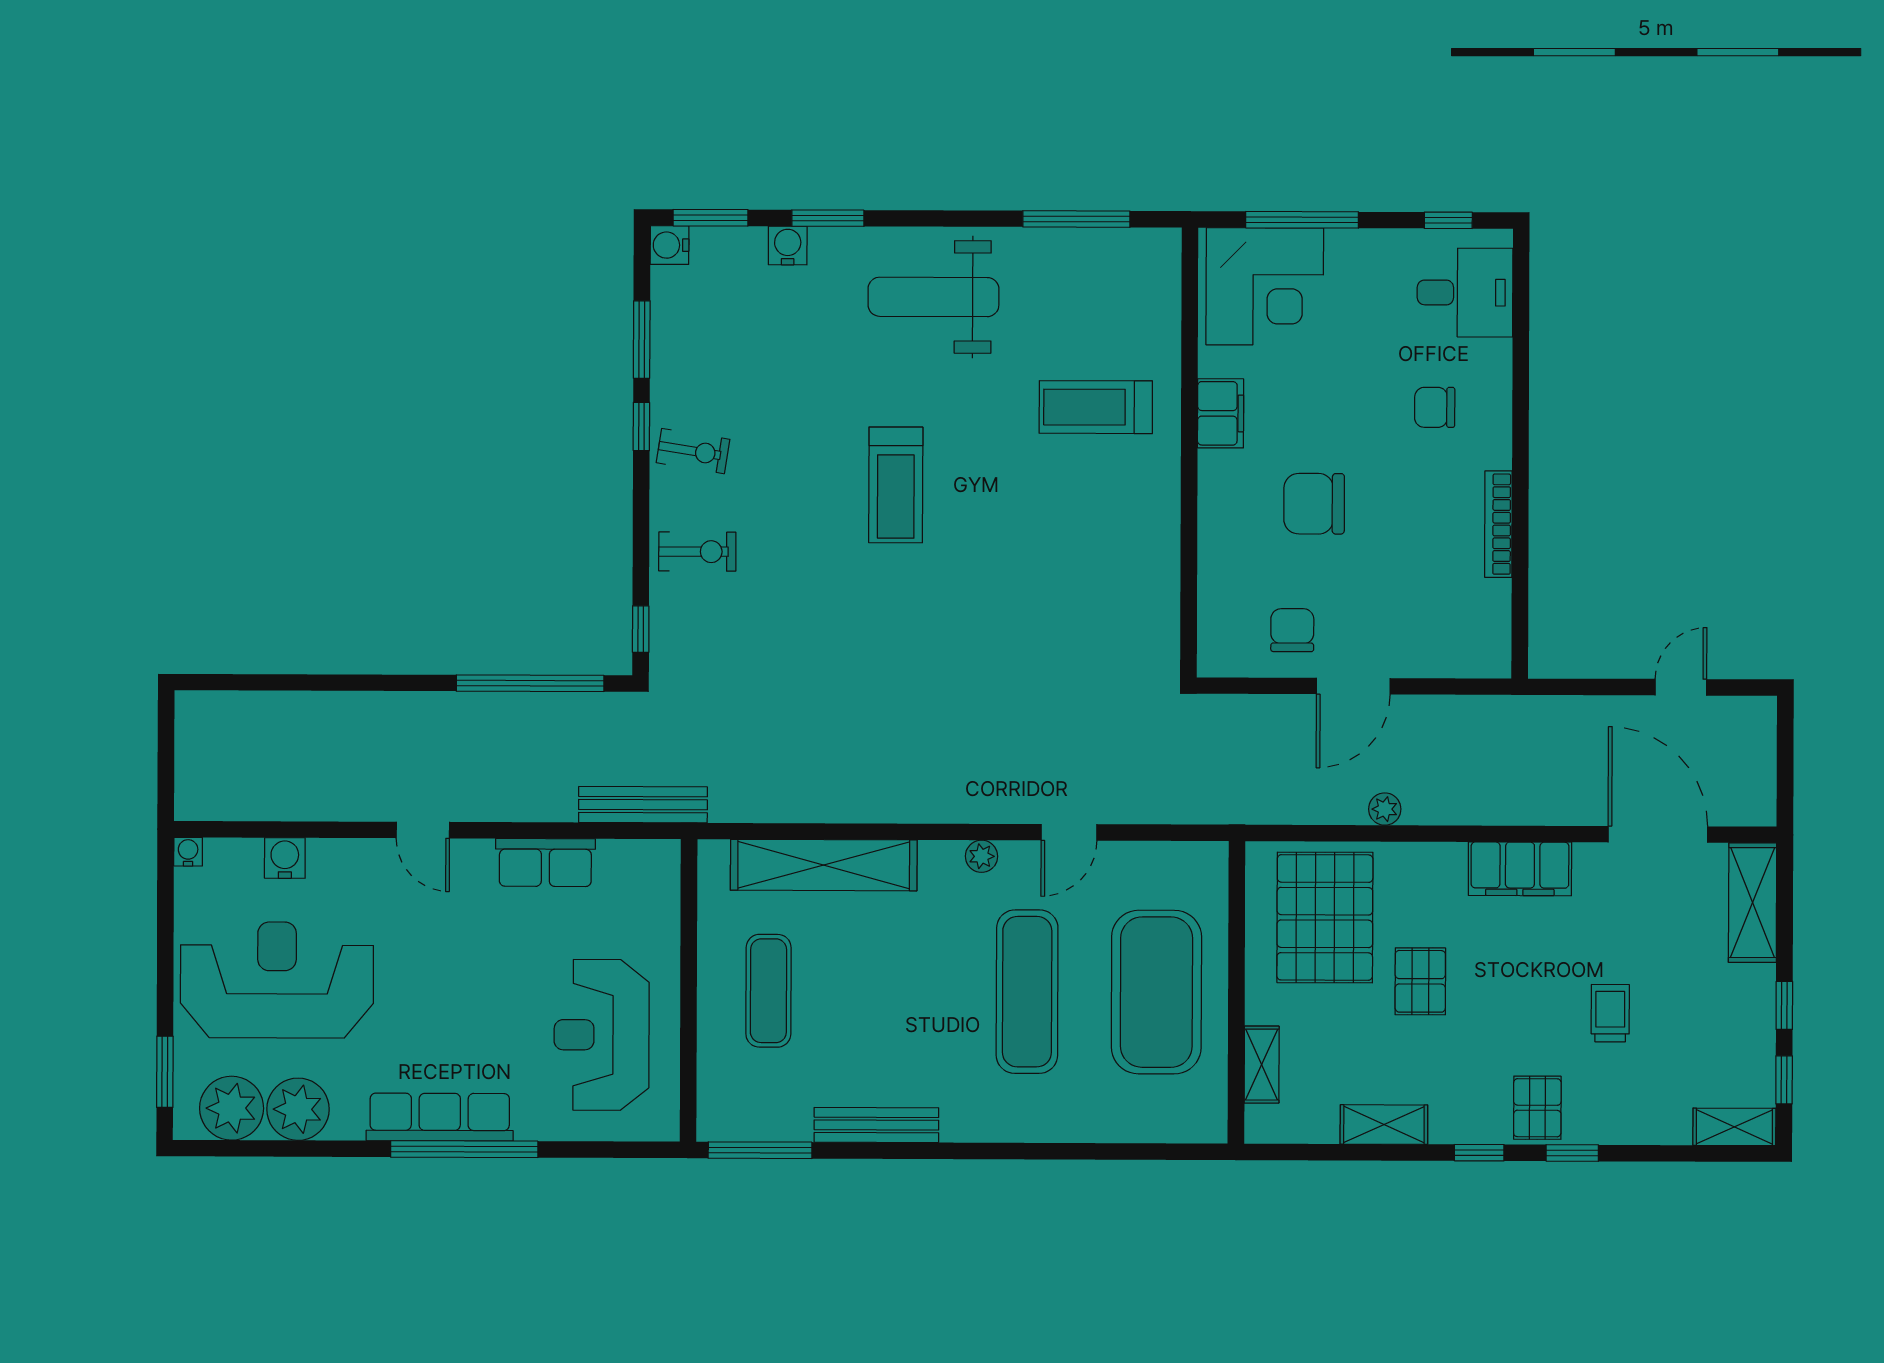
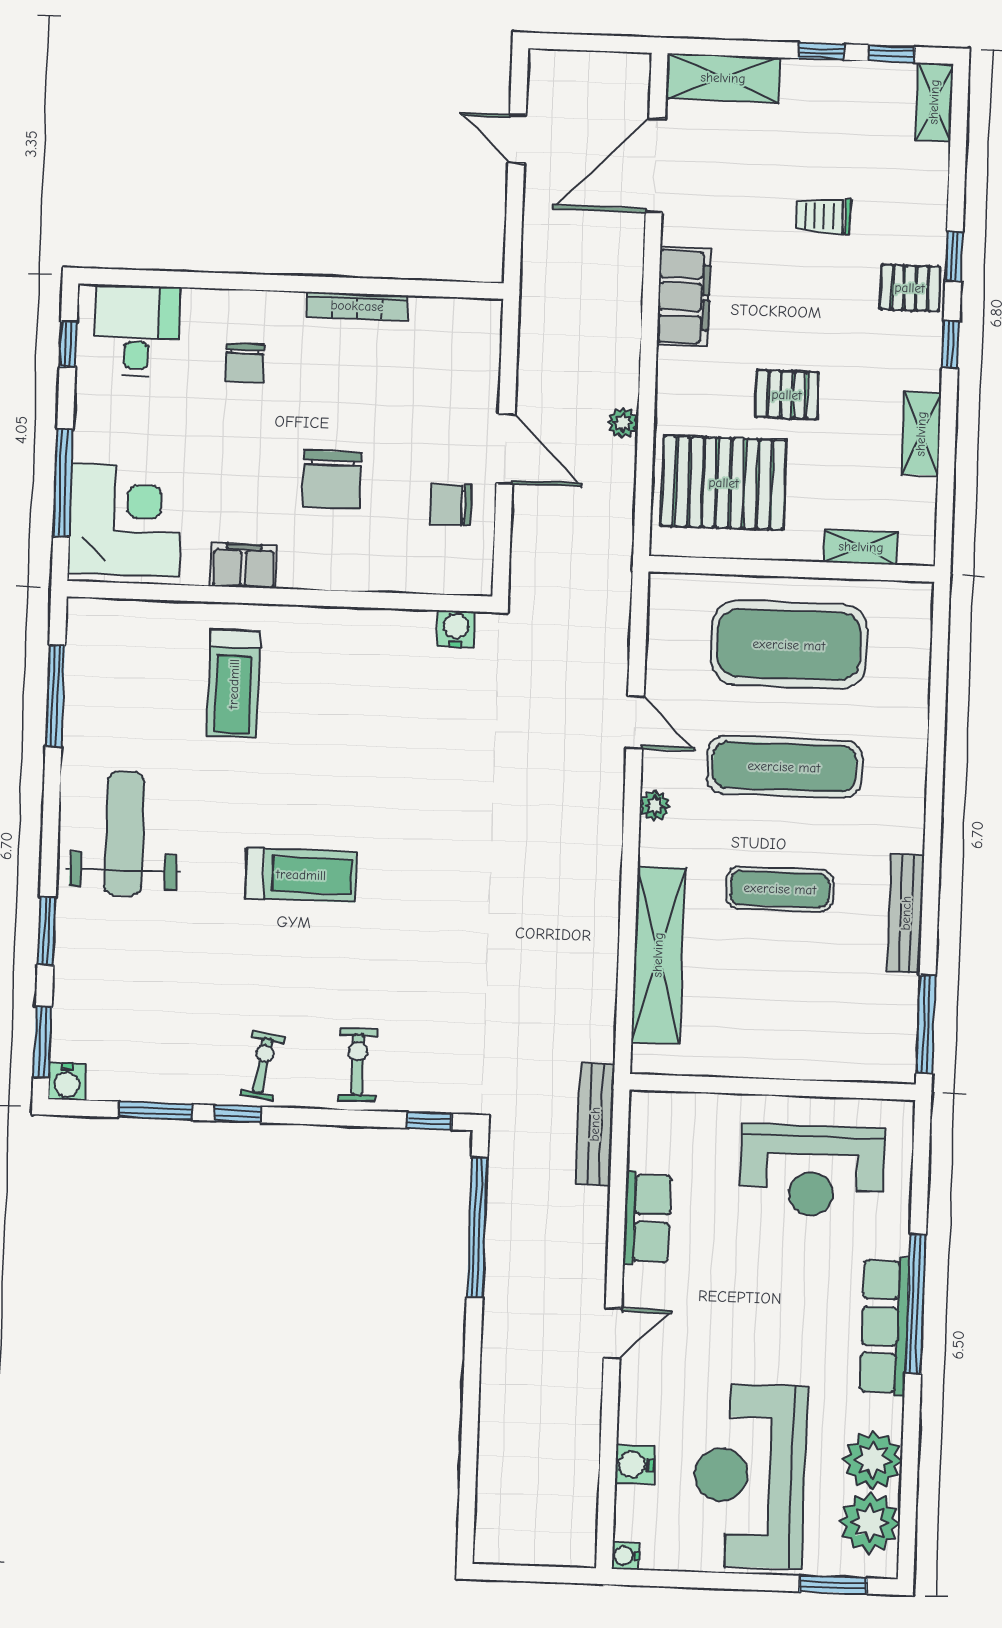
water cooler: (788, 245) -> (456, 629), moved, turned 90
weight bench: (933, 297) -> (124, 834), turned 180
exercise mat: (768, 991) -> (780, 889), moved

